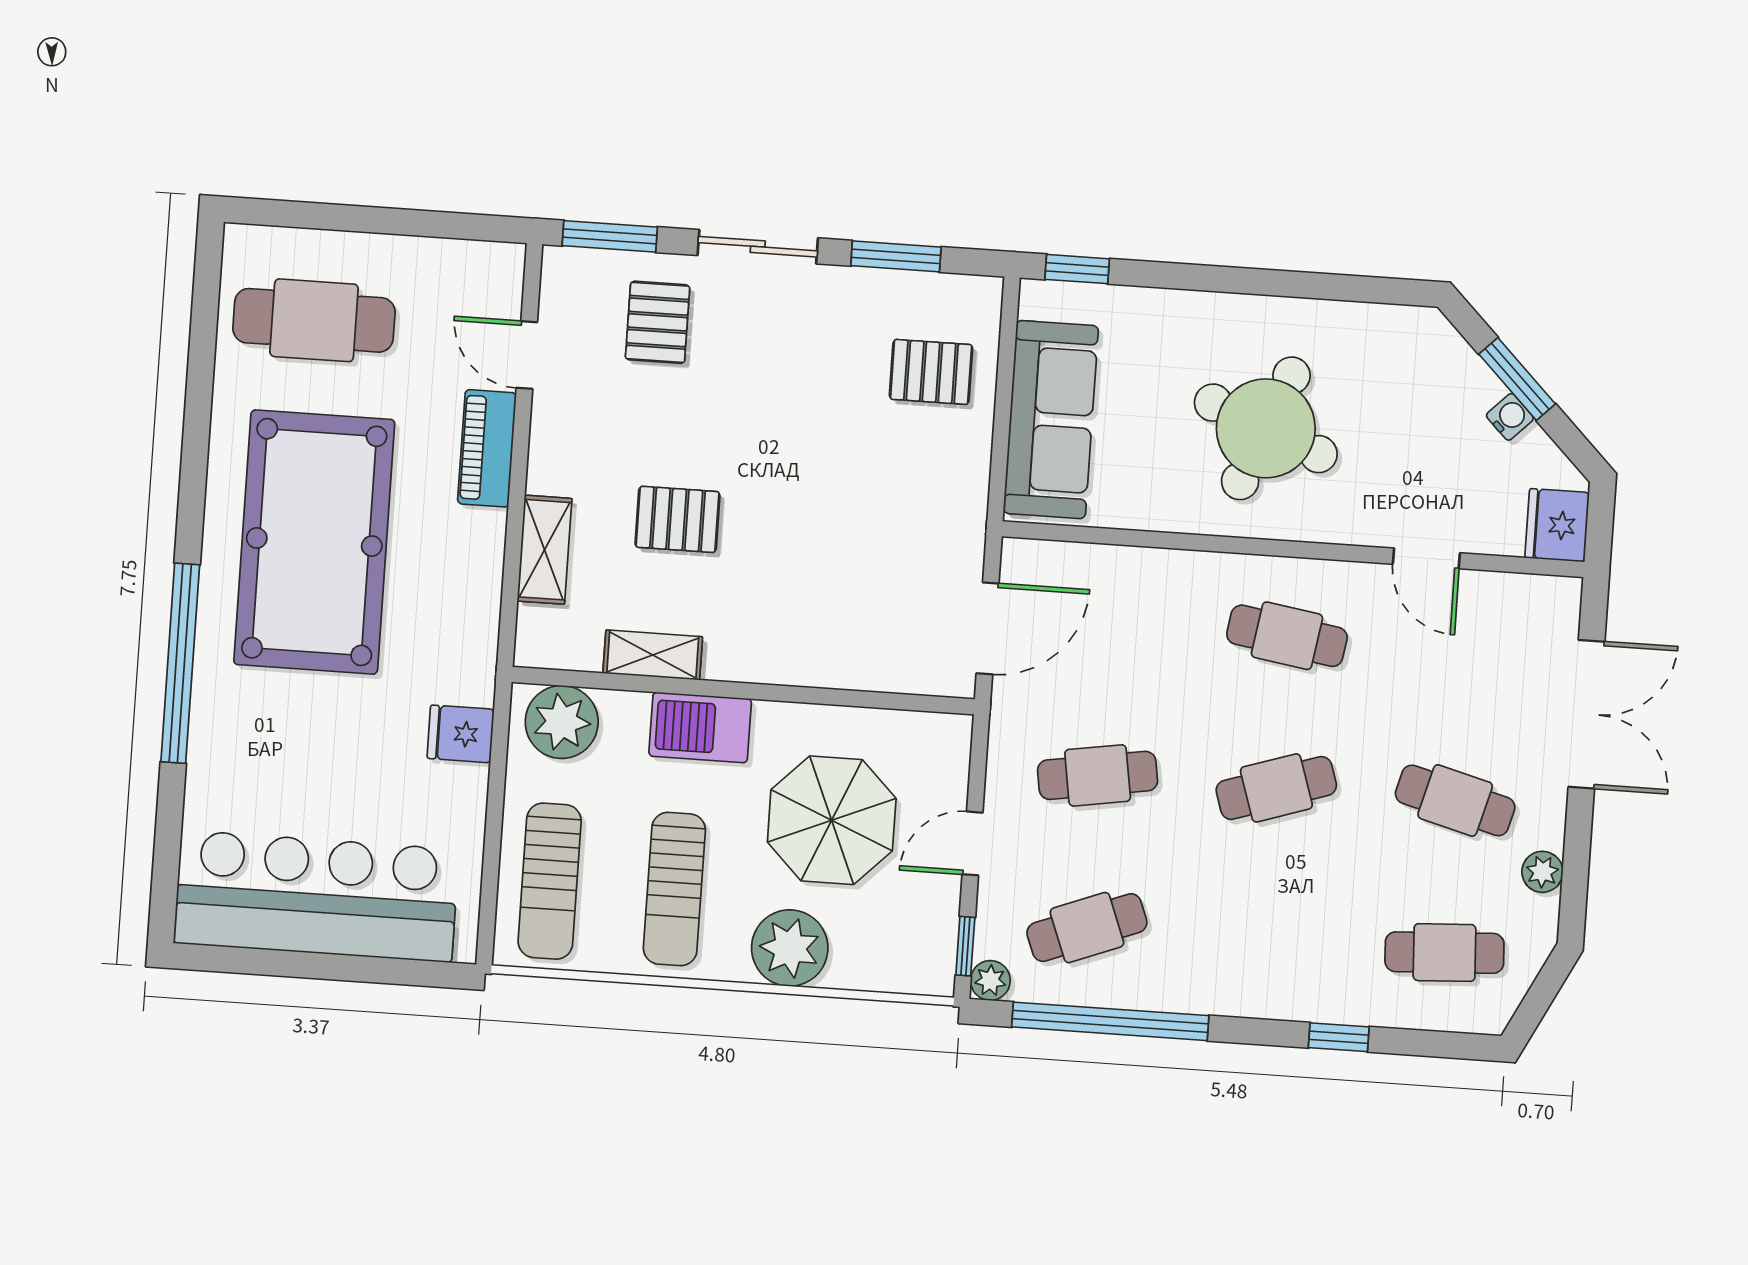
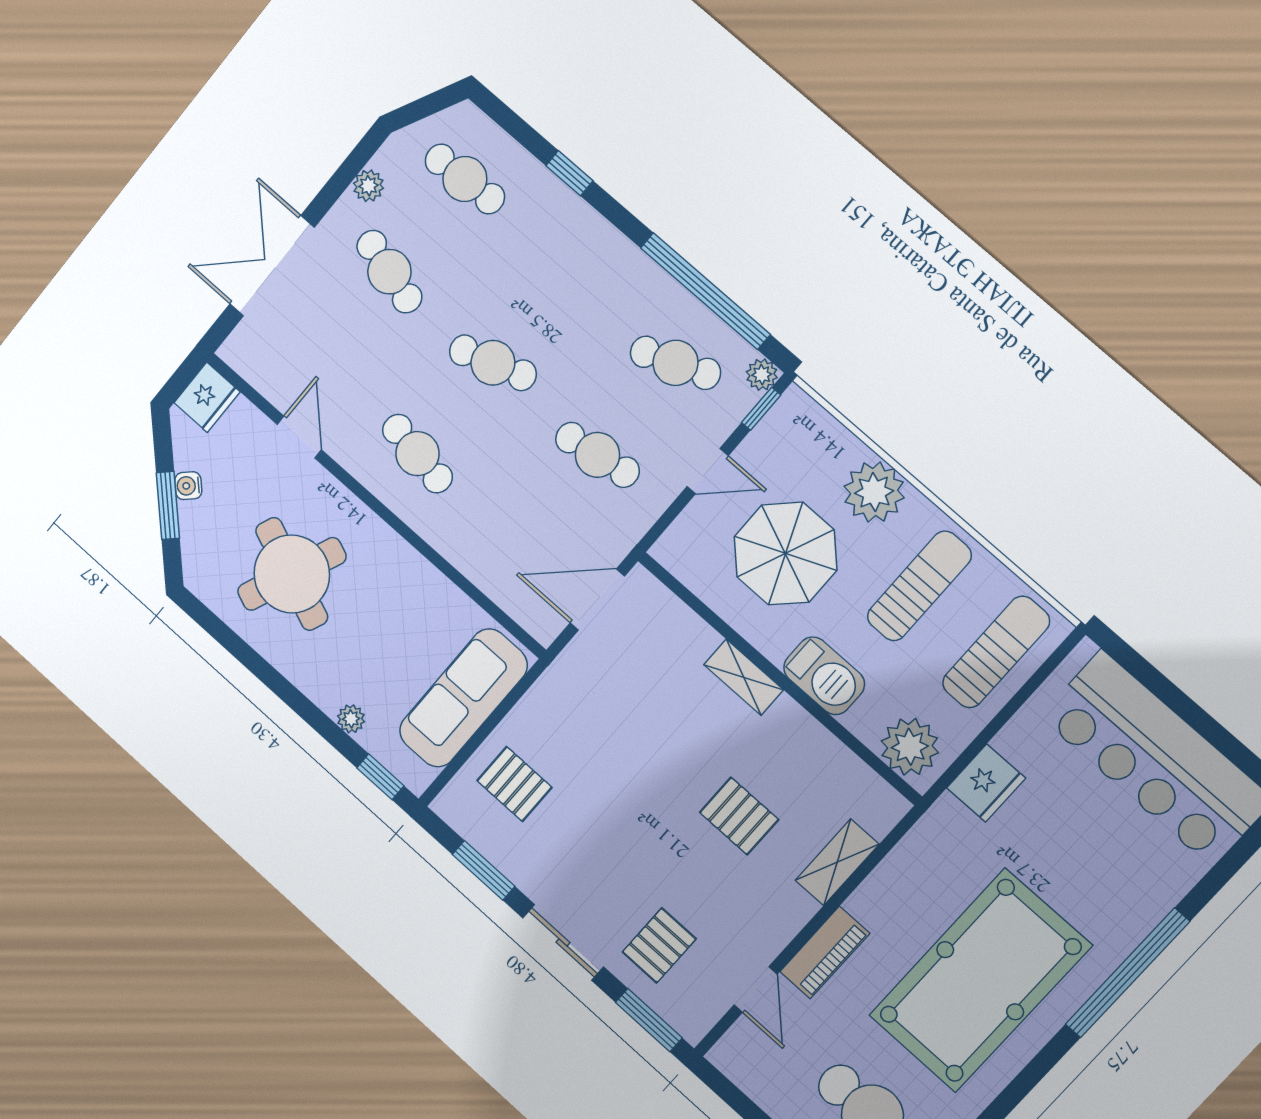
plant: (1153, 306) -> (351, 719), added
round table: (1266, 428) -> (292, 574), moved
shelving: (653, 655) -> (744, 677), moved
fridge: (461, 734) -> (986, 783), width x1.38

